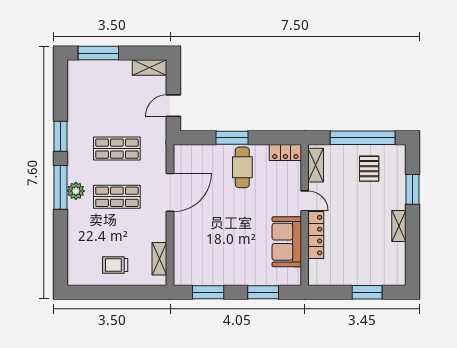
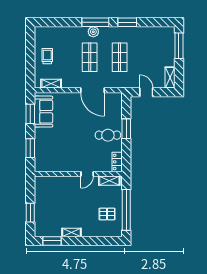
window: (413, 189) -> (52, 241), moved
locker: (316, 235) -> (66, 181), removed
sofa: (287, 242) -> (43, 112), moved, turned 90

